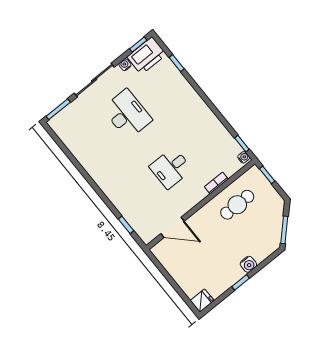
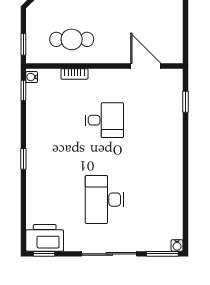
window: (177, 63) -> (23, 159), moved
water cooler: (125, 65) -> (177, 245), moved

